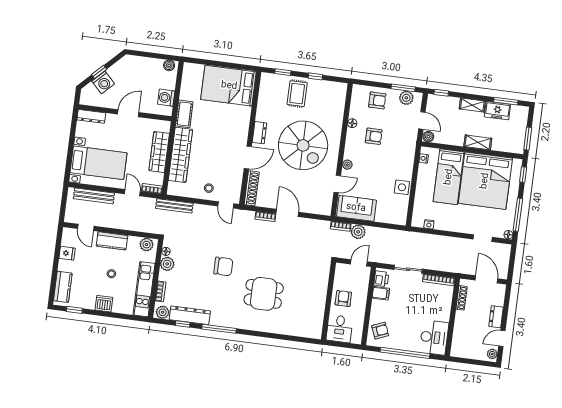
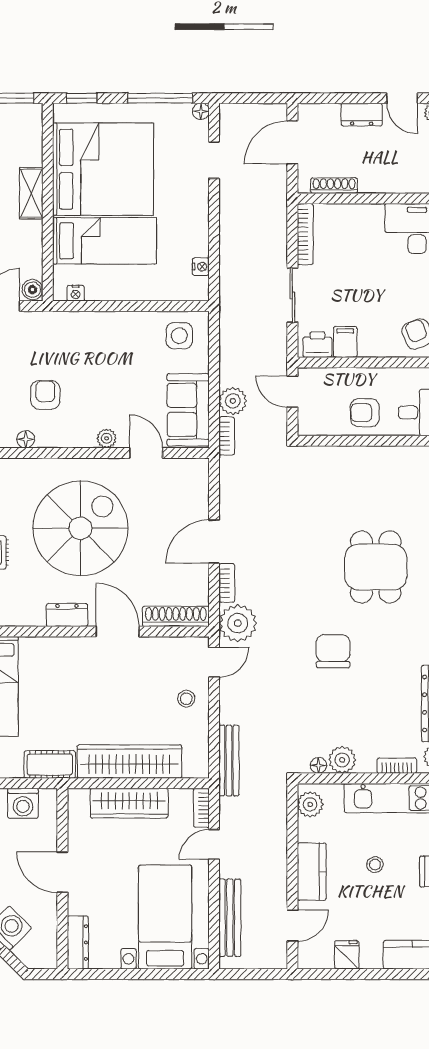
side table: (402, 187) -> (179, 336), moved
plant: (244, 220) -> (238, 623), added

